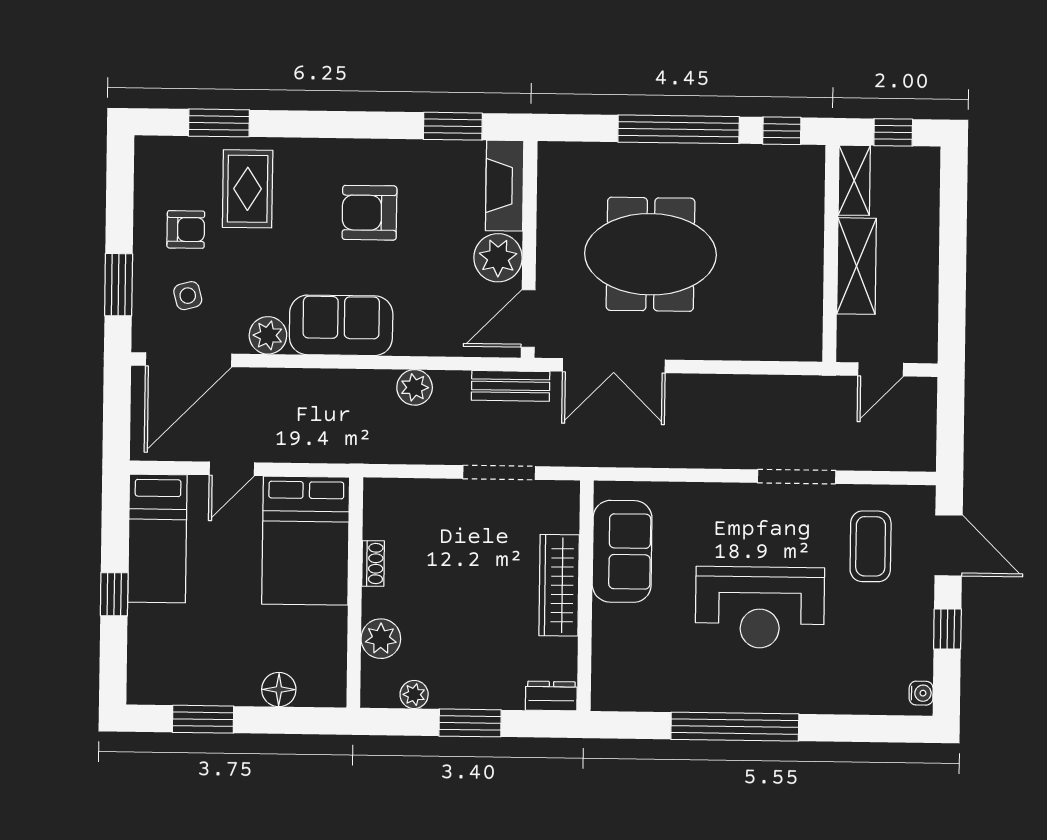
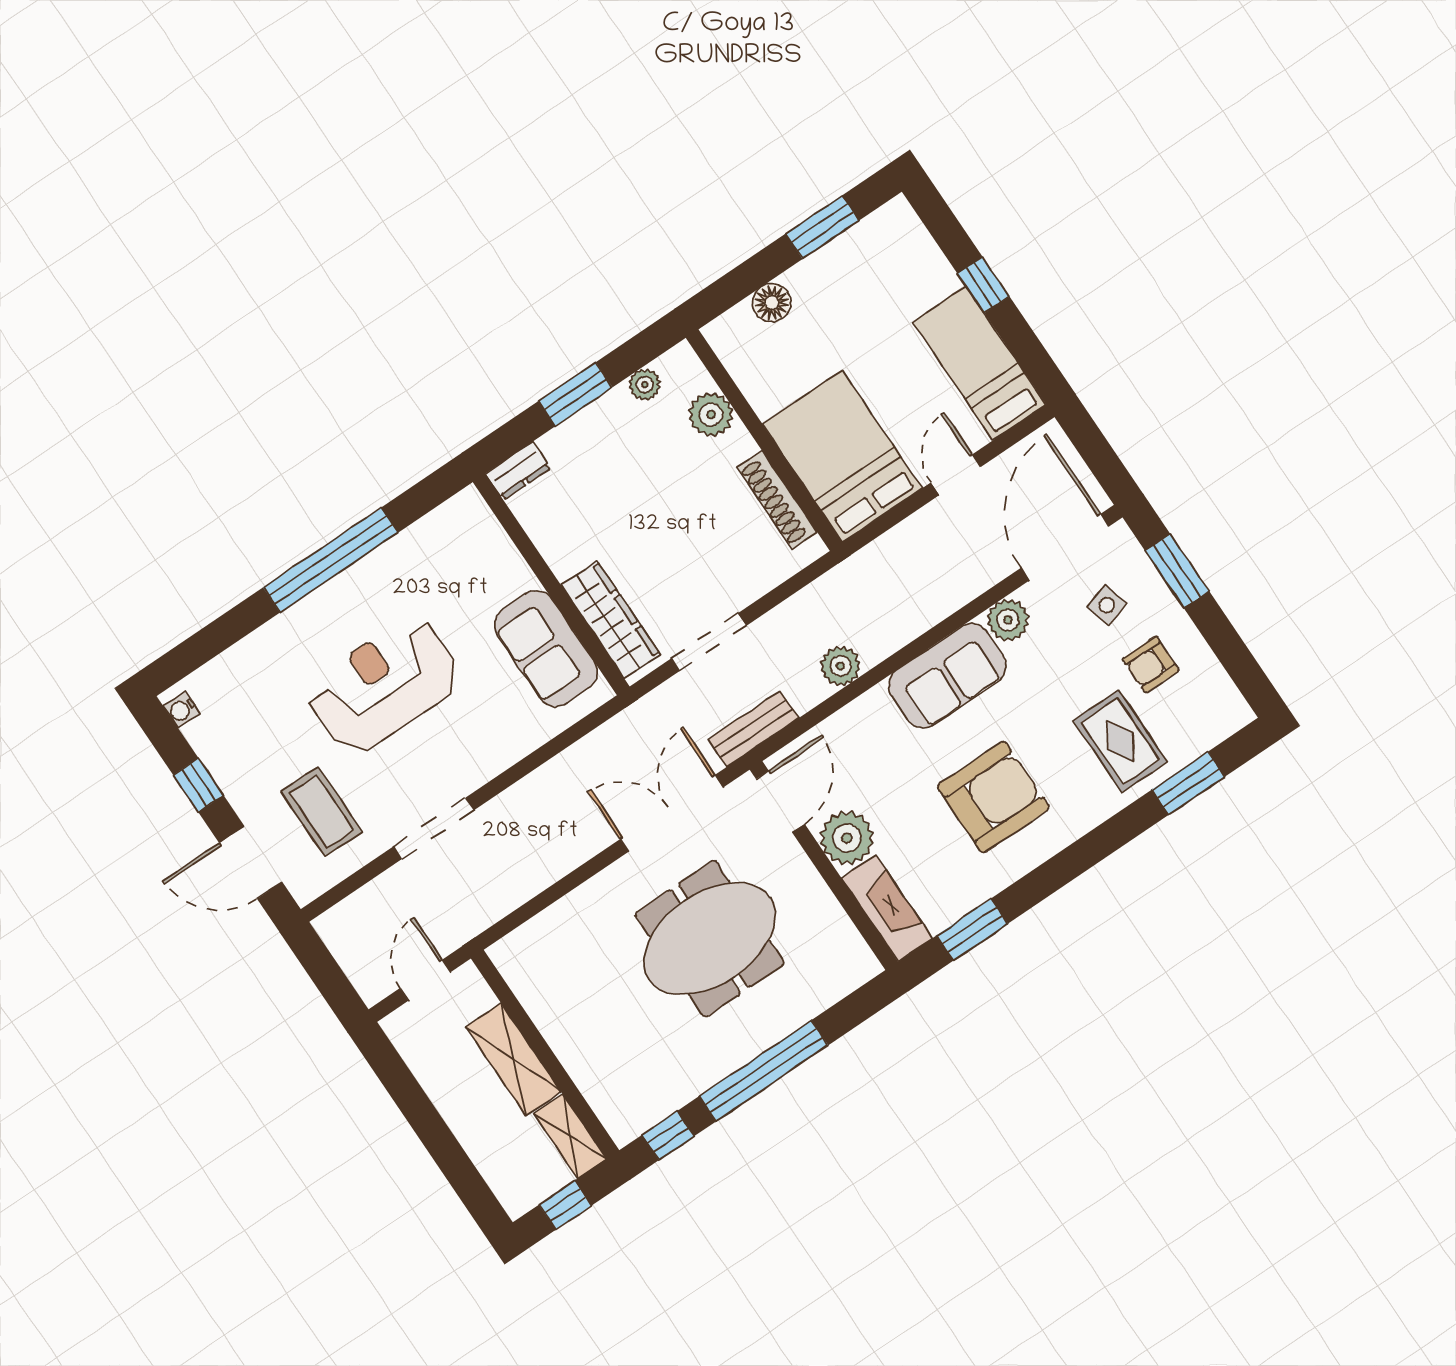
armchair: (369, 213) -> (993, 797), width x1.36, depth x1.36
shoe rack: (373, 563) -> (777, 500), width x1.94, depth x1.24
wardrobe: (559, 585) -> (611, 620), moved

